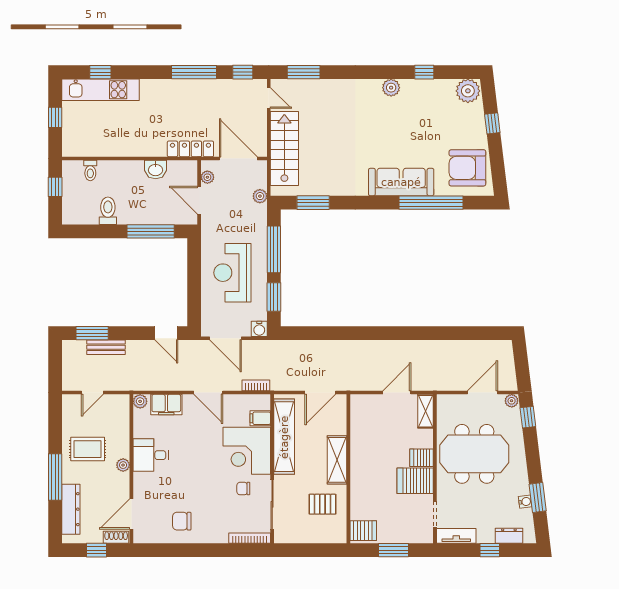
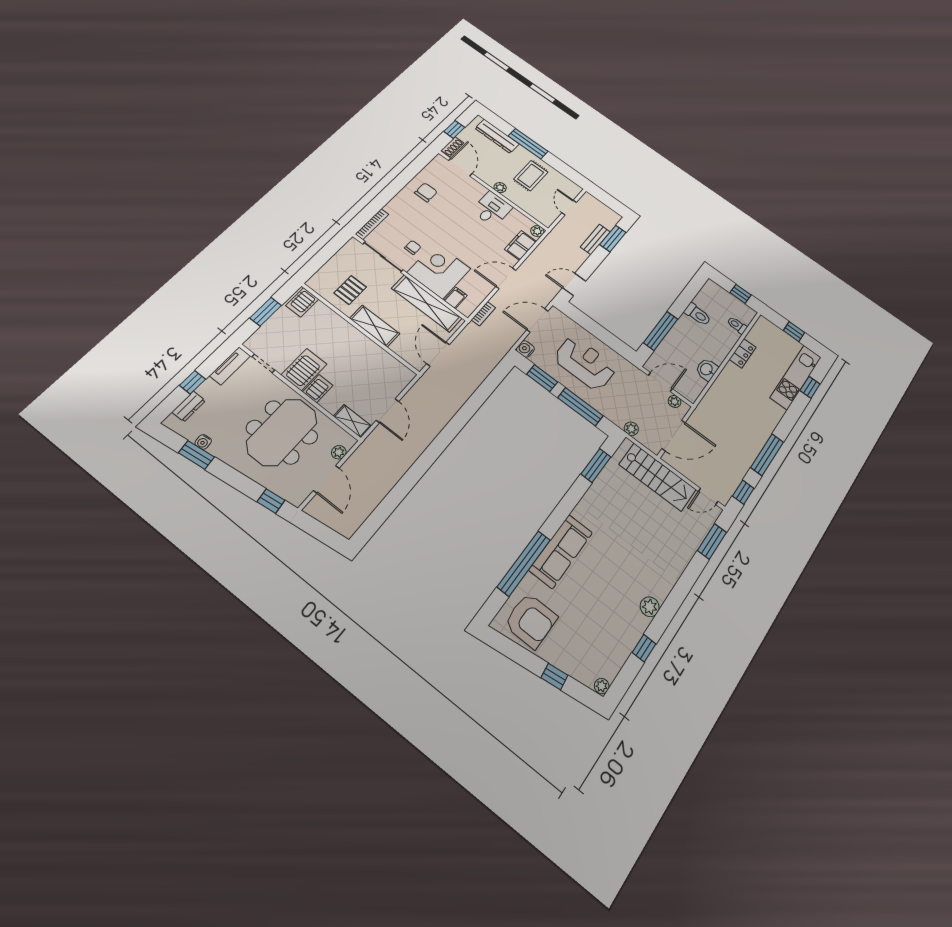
plant: (468, 91) -> (602, 686), width x0.53, depth x0.53
locker: (190, 149) -> (743, 353), moved, width x0.66
armchair: (467, 168) -> (531, 621), turned 90
plant: (512, 401) -> (339, 452), moved

